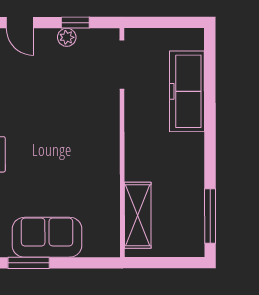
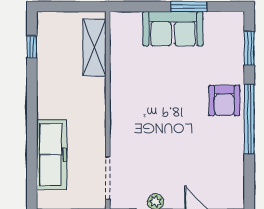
window: (210, 216) -> (32, 47), width x0.46

